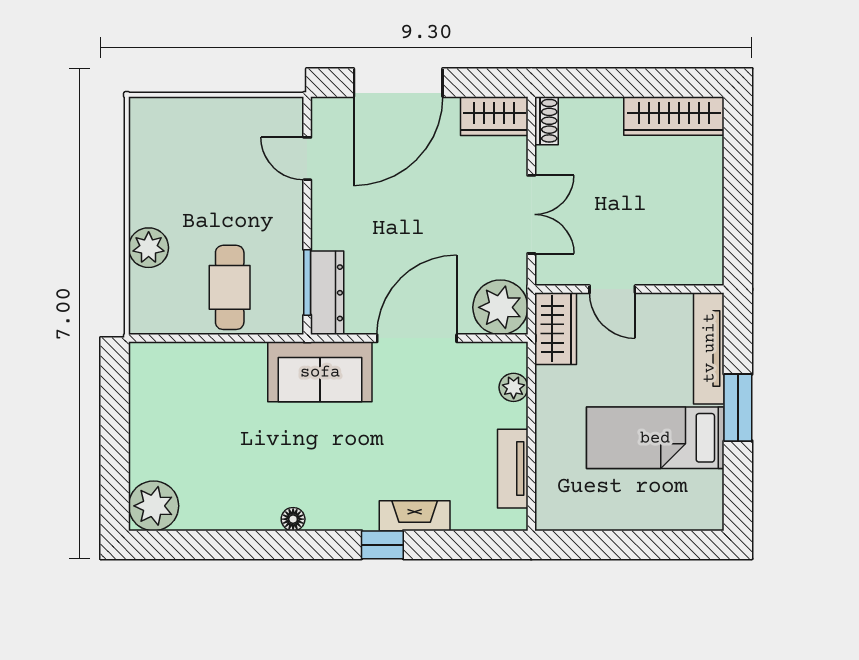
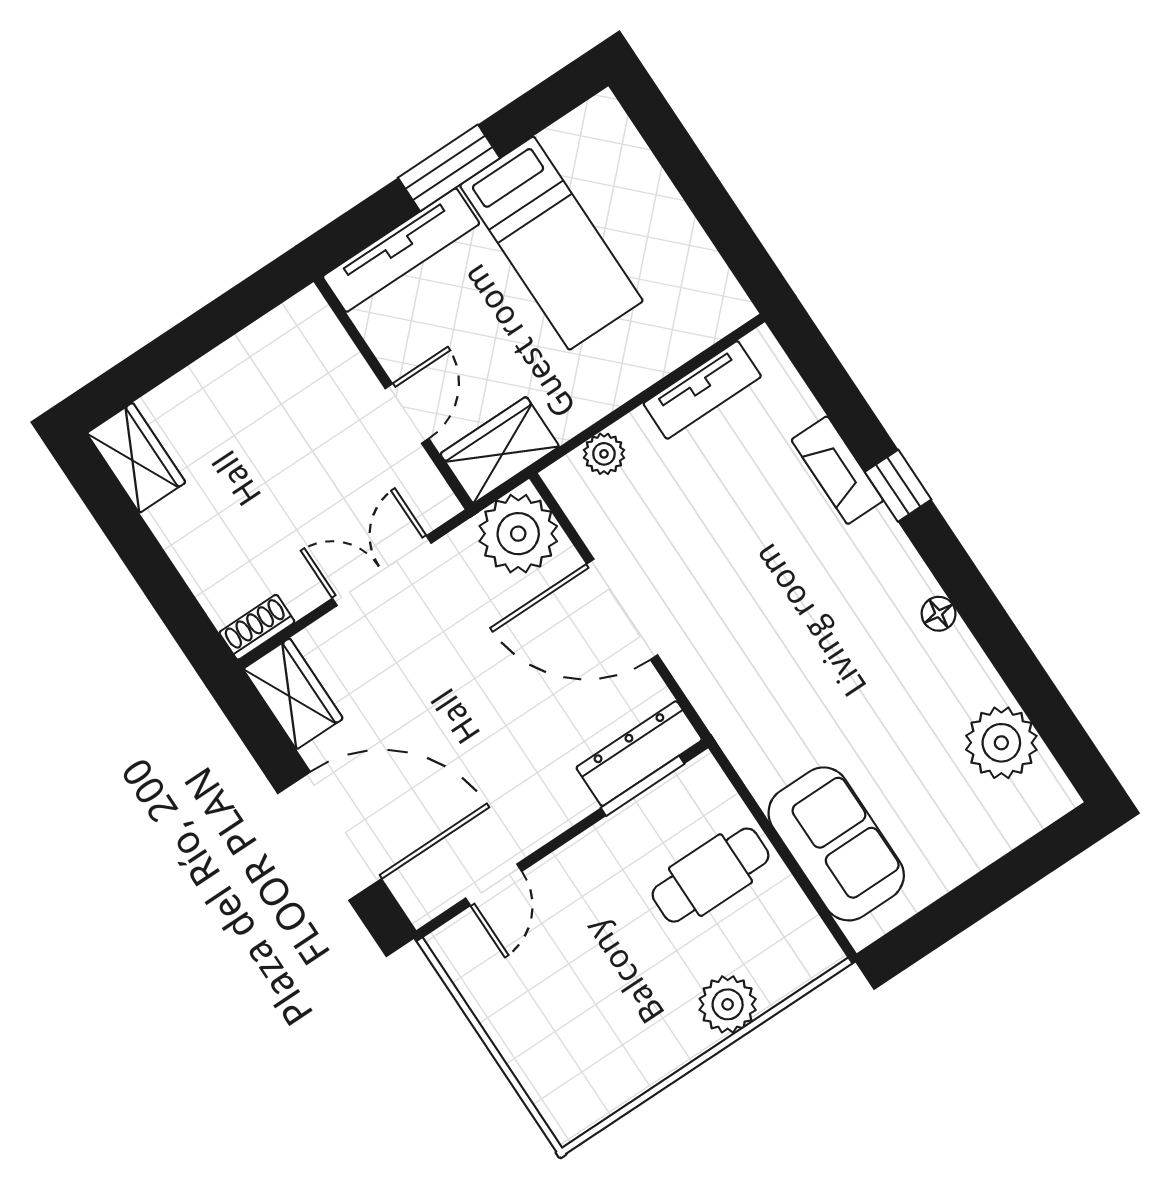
wardrobe: (674, 116) -> (136, 458), width x0.67
sofa: (320, 372) -> (836, 844), moved
plant: (154, 506) -> (1001, 743), moved

